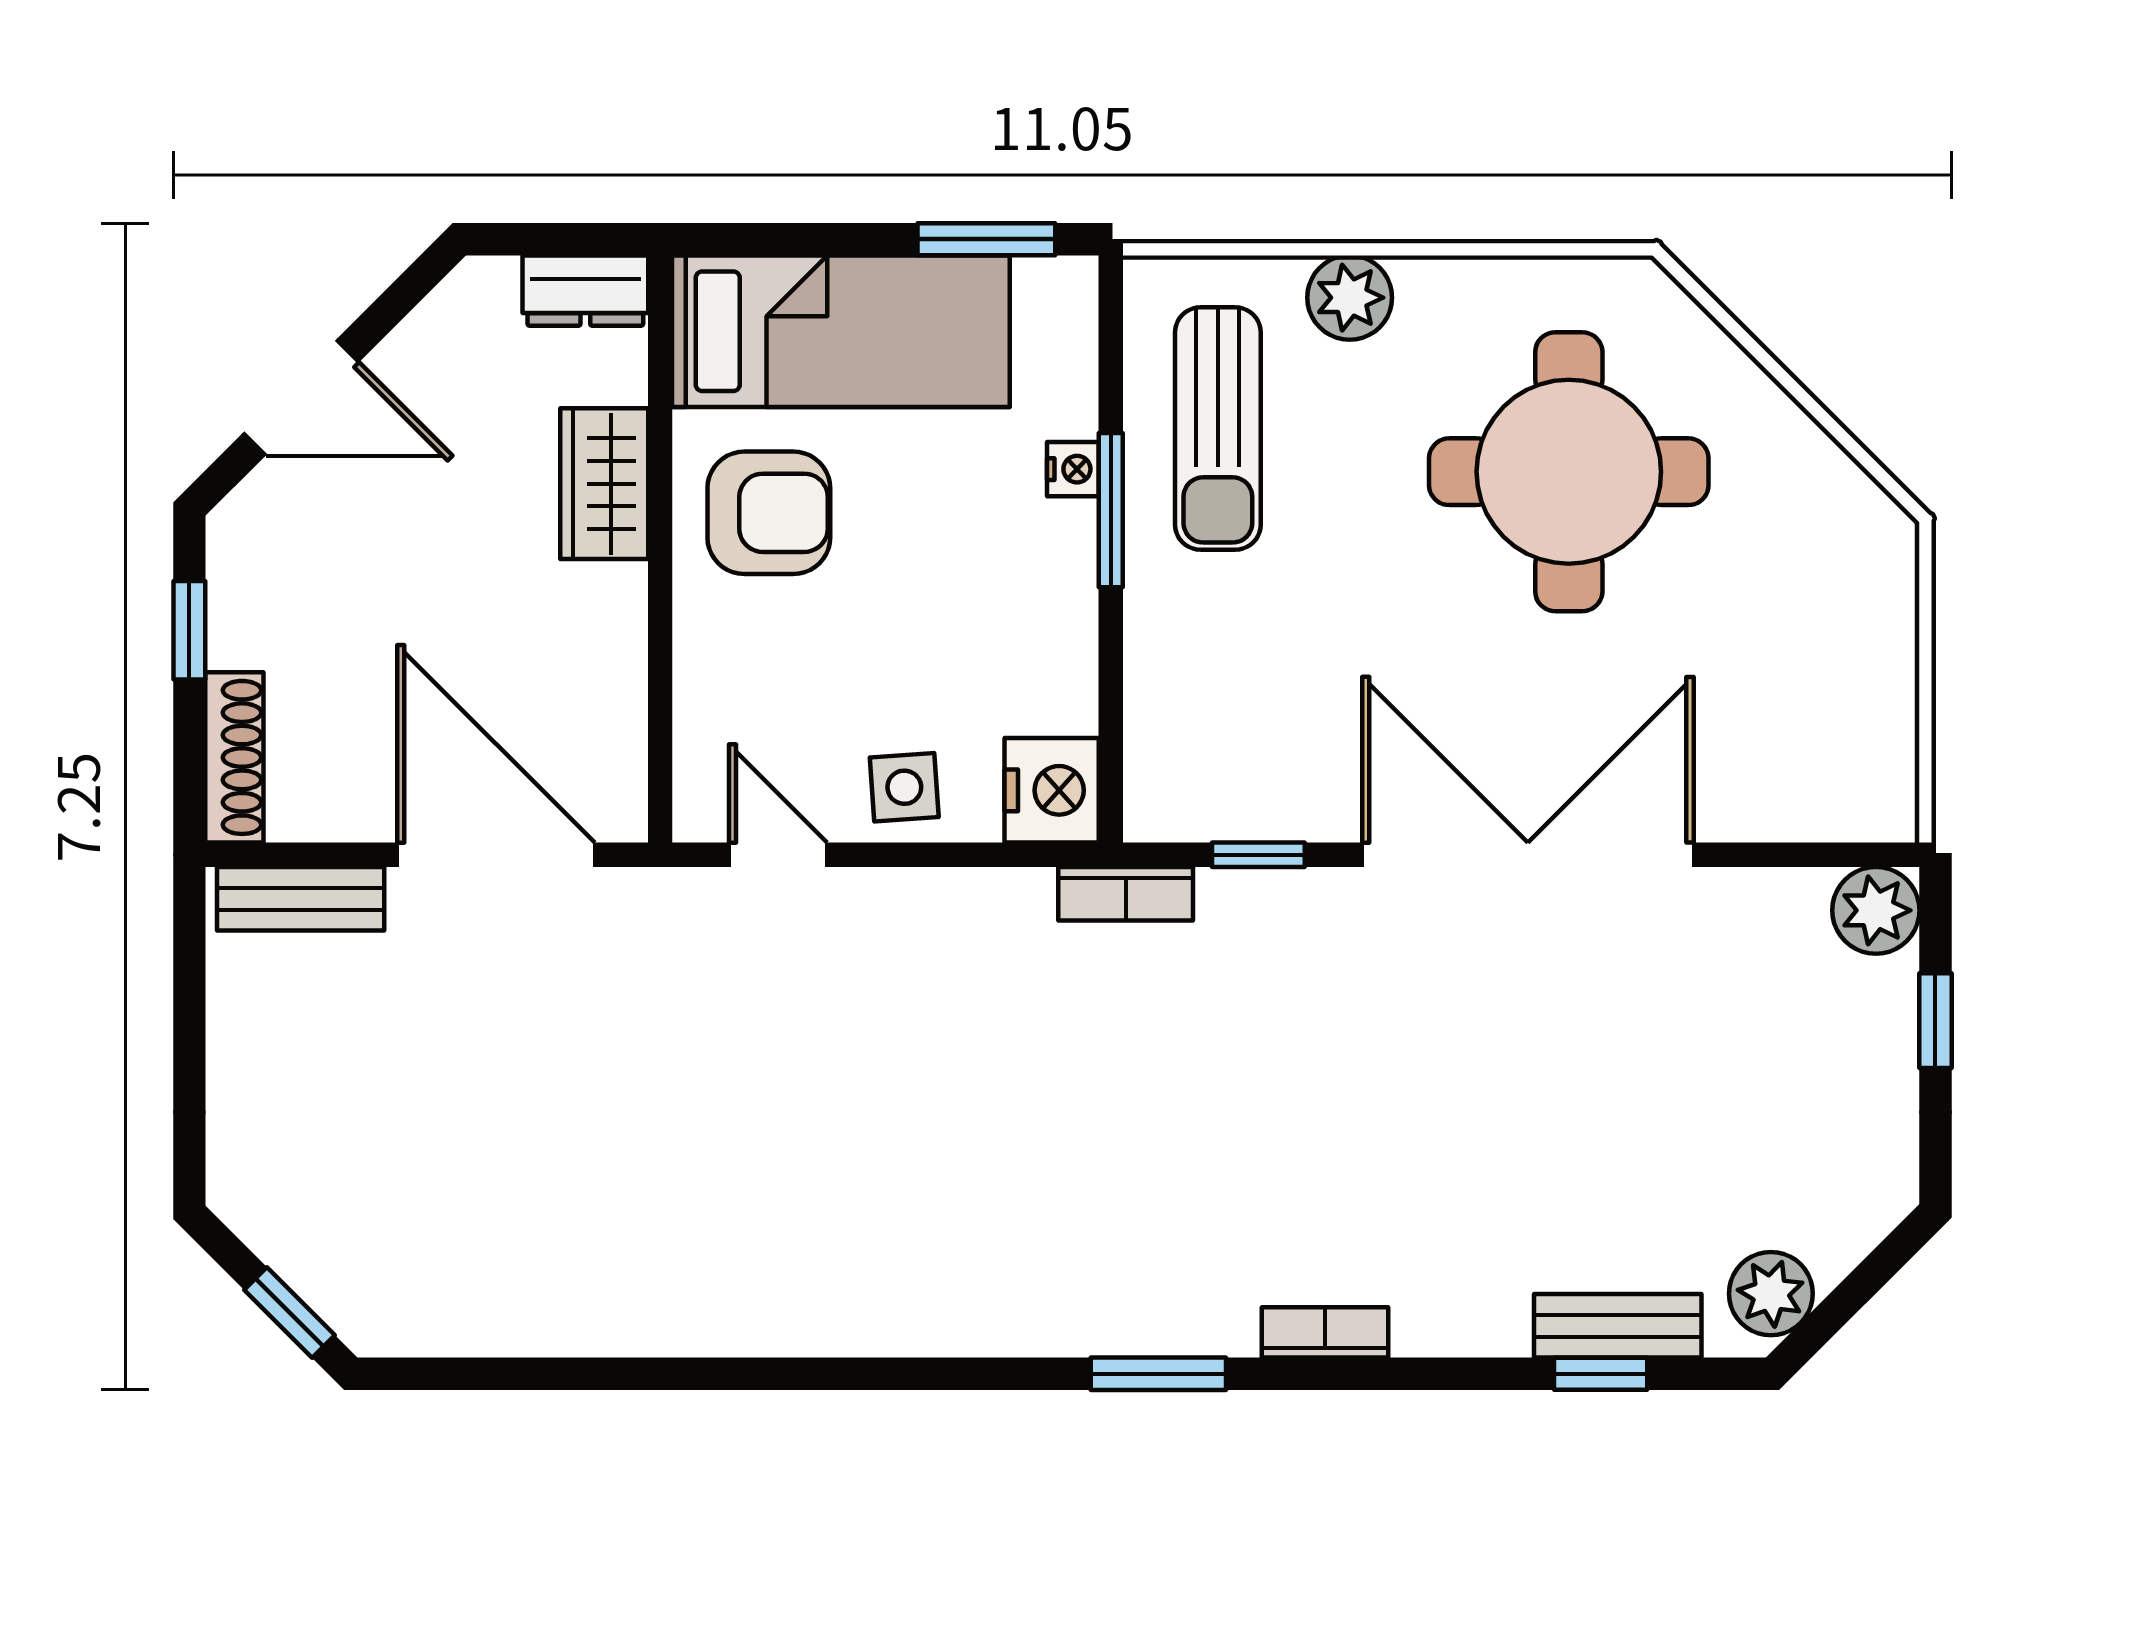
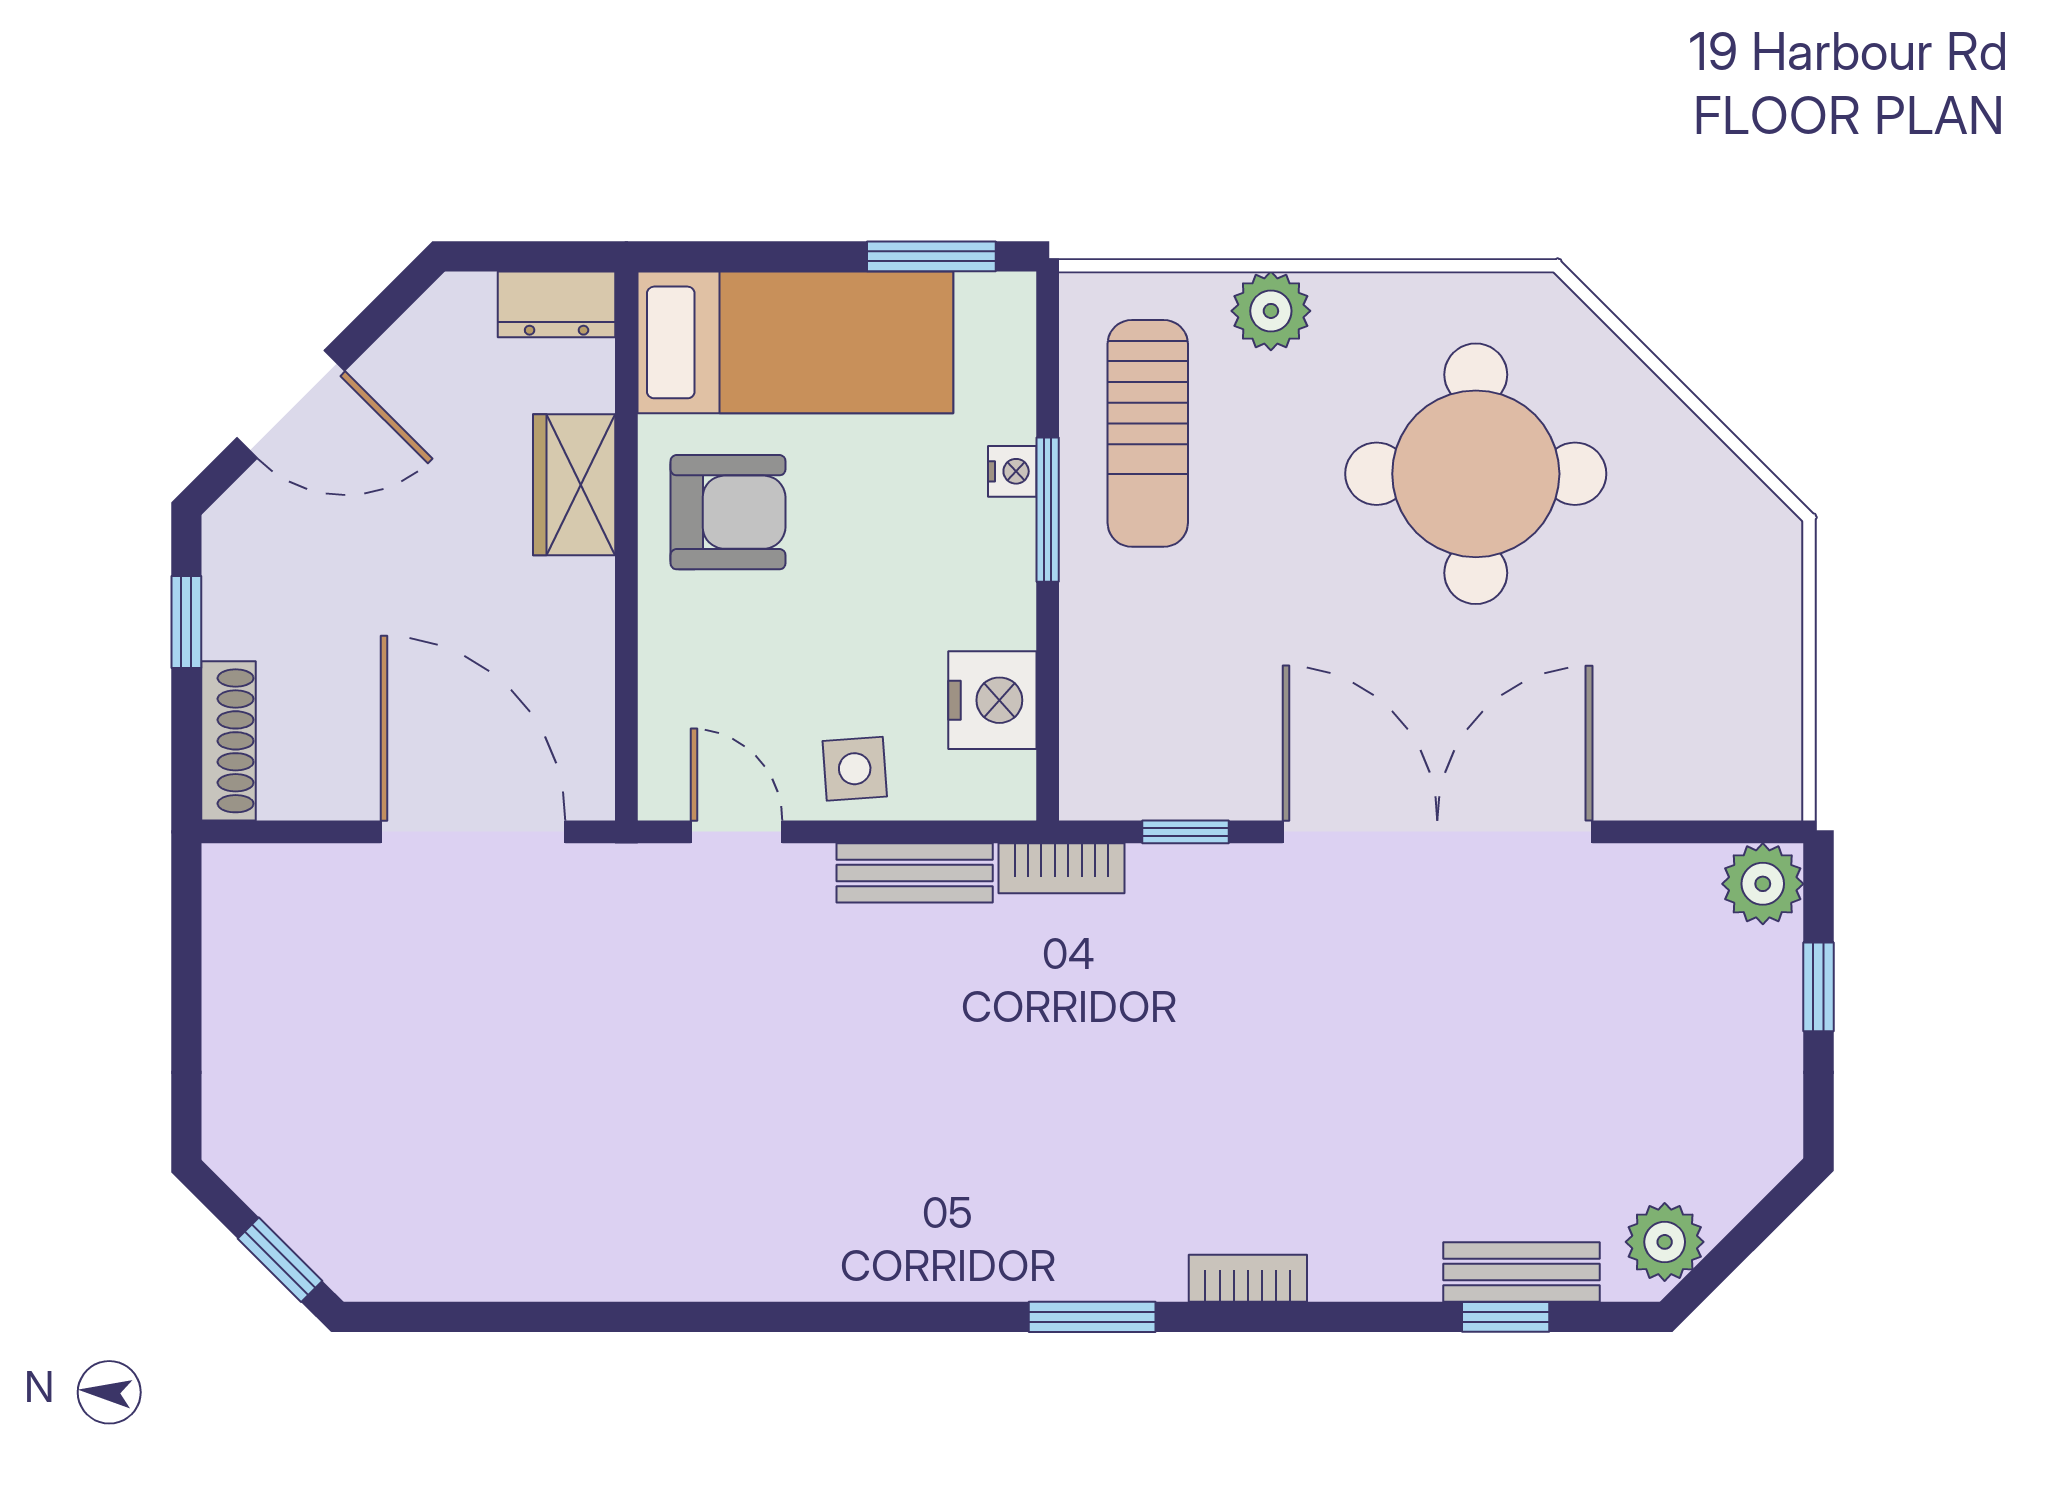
nightstand: (1052, 790) -> (992, 700), moved
bench: (301, 899) -> (915, 873), moved

